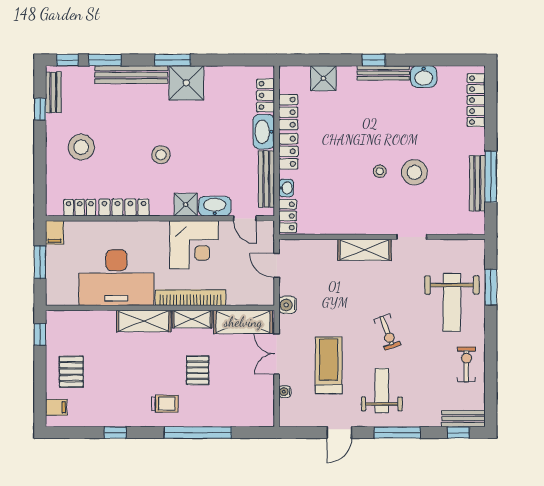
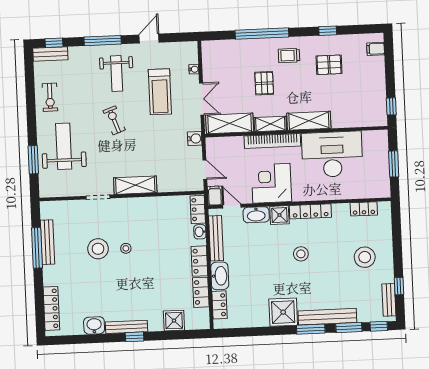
window: (173, 60) -> (311, 329), moved
locker: (124, 207) -> (310, 211), moved
filing cabinet: (54, 232) -> (215, 196), moved
pallet: (71, 372) -> (329, 65), moved, turned 90

